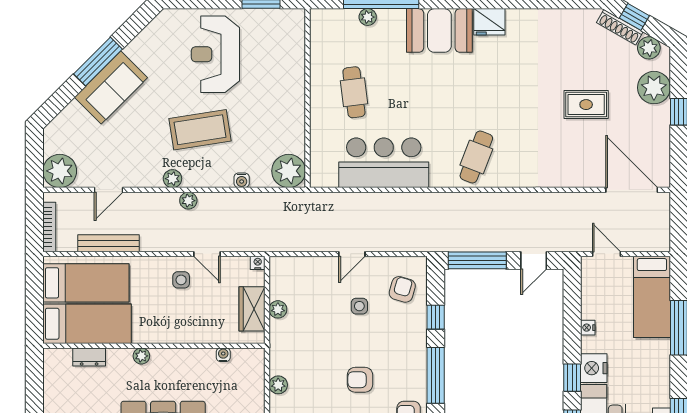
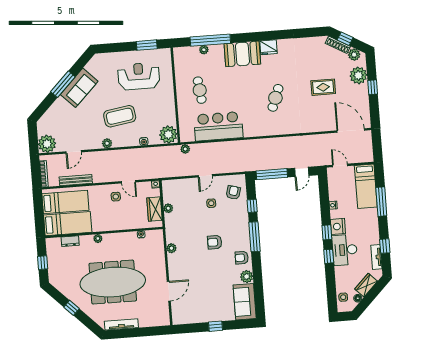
reception desk: (215, 54) -> (139, 76), moved, turned 90
sofa: (111, 87) -> (79, 88), moved
cafe table: (476, 157) -> (275, 98), moved
plant: (188, 201) -> (185, 149), moved
window: (34, 393) -> (43, 263), added

